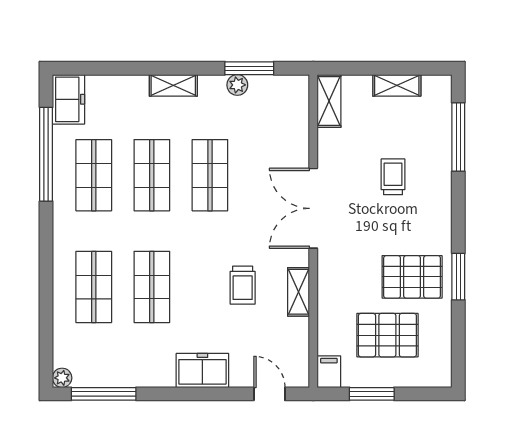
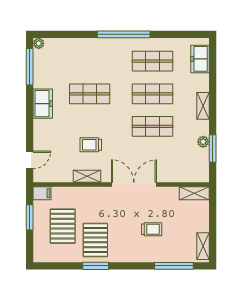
shelving: (397, 85) -> (203, 246), moved
freezer: (68, 99) -> (200, 59), moved, turned 90
window: (46, 154) -> (124, 34), moved
shop shelf: (94, 287) -> (90, 61), removed
freezer: (202, 370) -> (43, 104), moved

